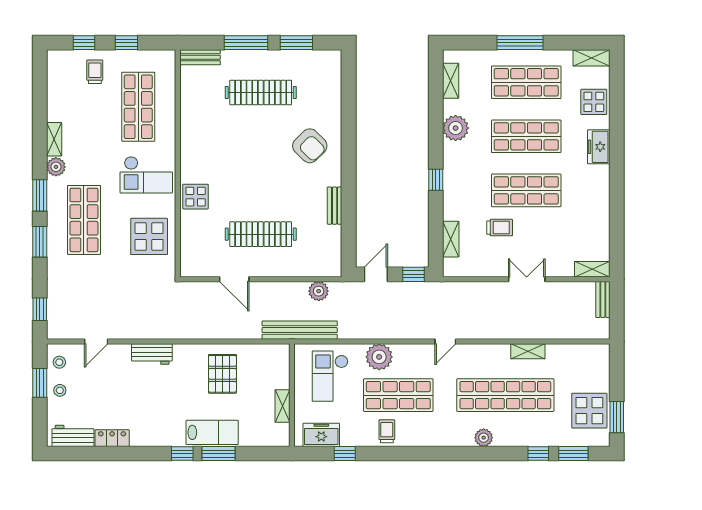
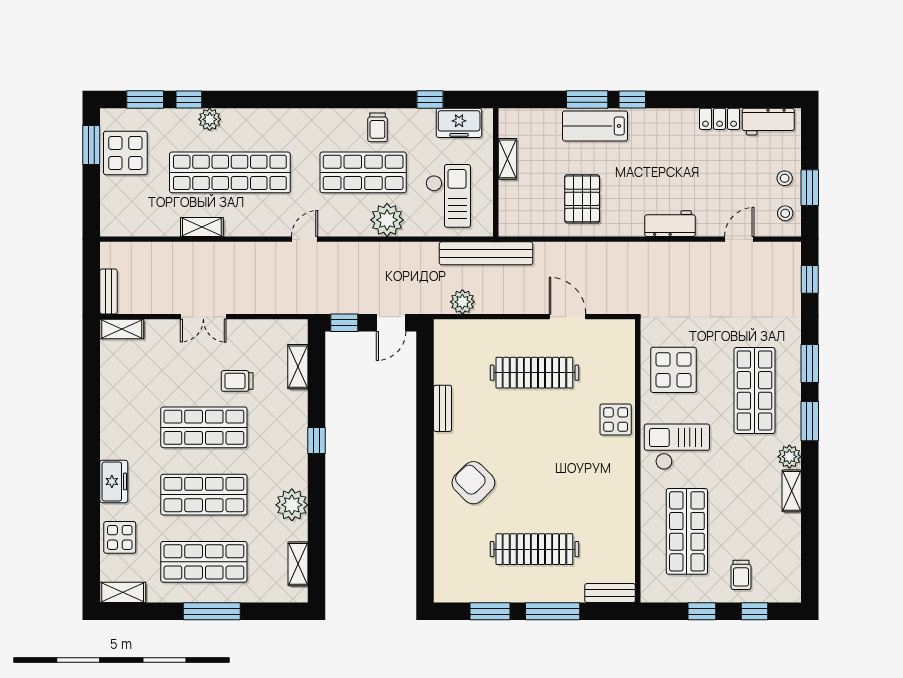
plant: (484, 438) -> (210, 119), moved

